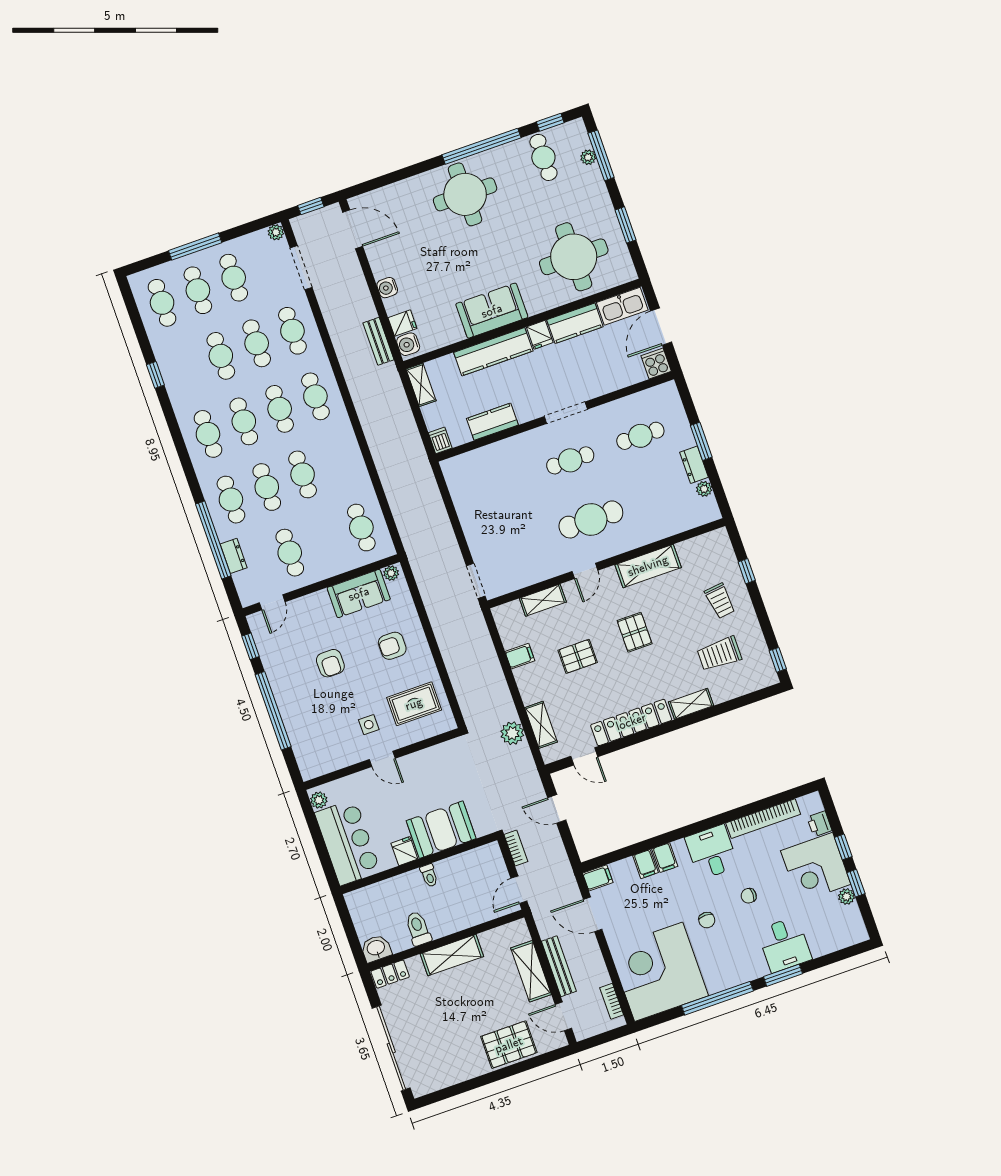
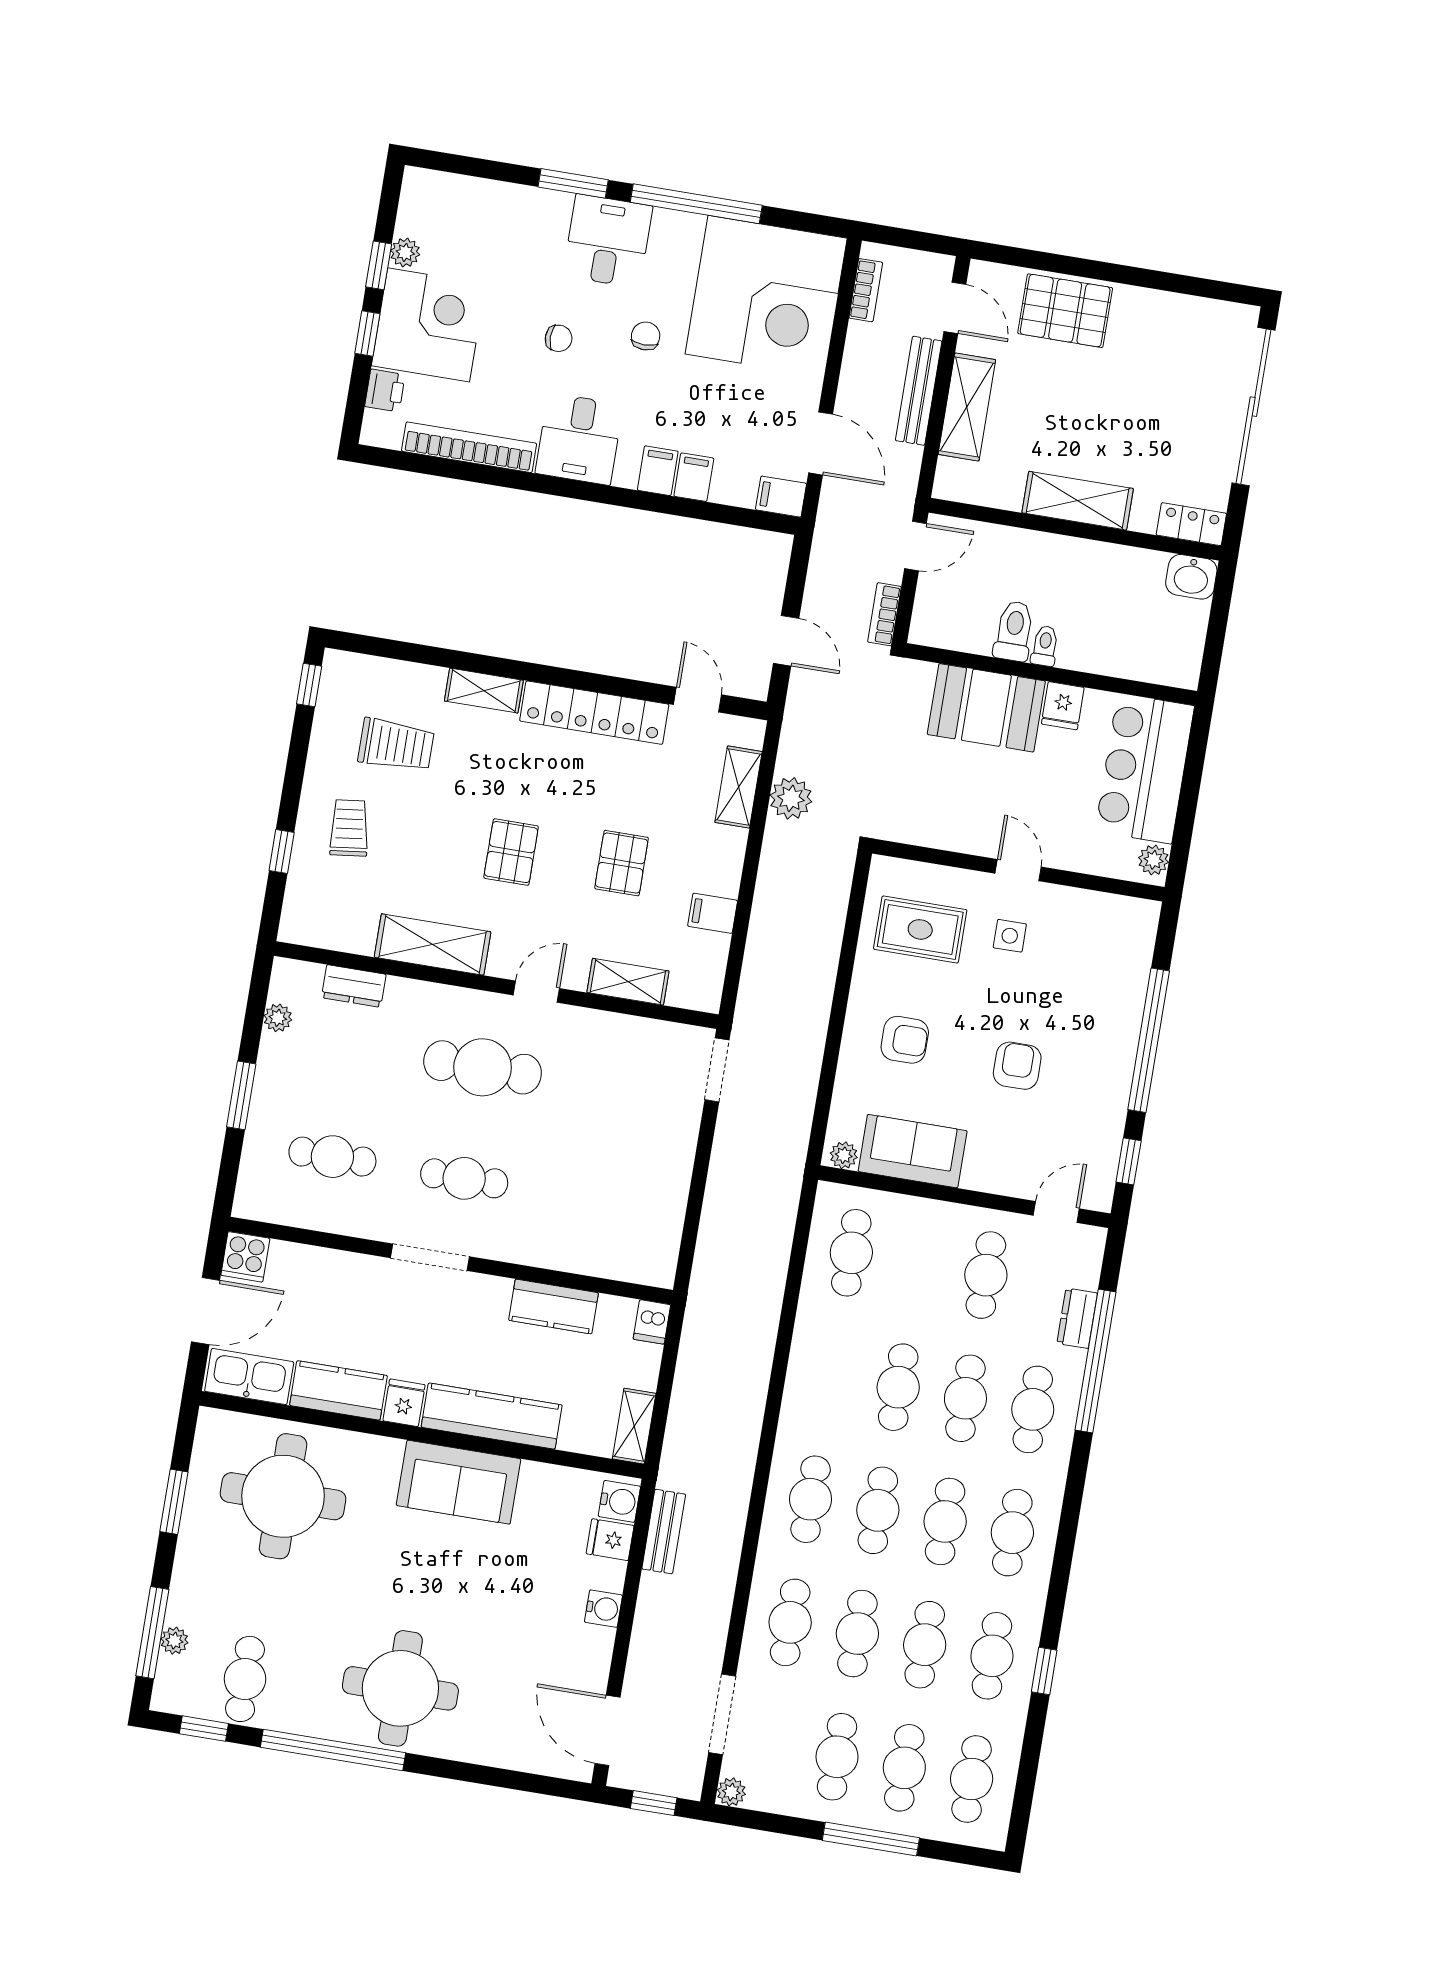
cafe table: (185, 368) -> (992, 1656), added
dresser: (694, 465) -> (354, 986), moved, turned 90
pallet: (578, 656) -> (622, 863), turned 90
toilet: (418, 929) -> (1014, 631), moved, turned 180
desk: (784, 945) -> (608, 241), moved

